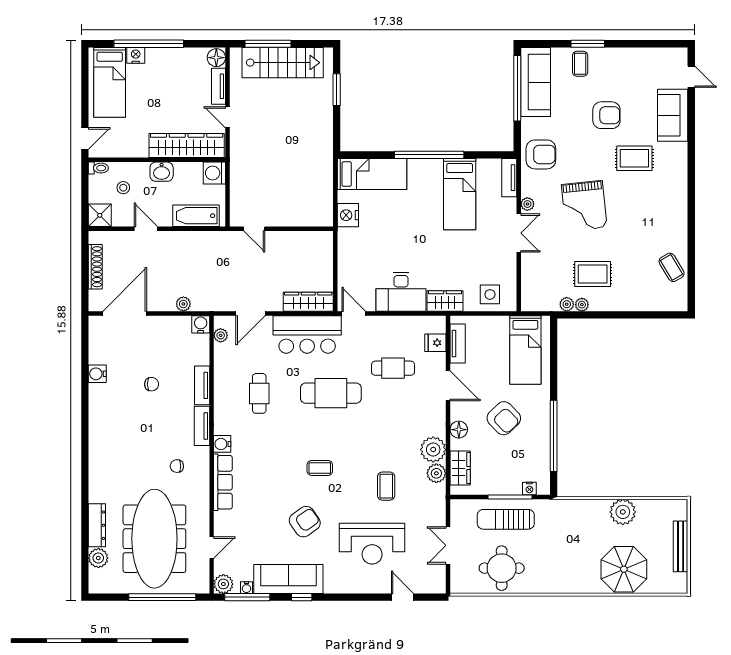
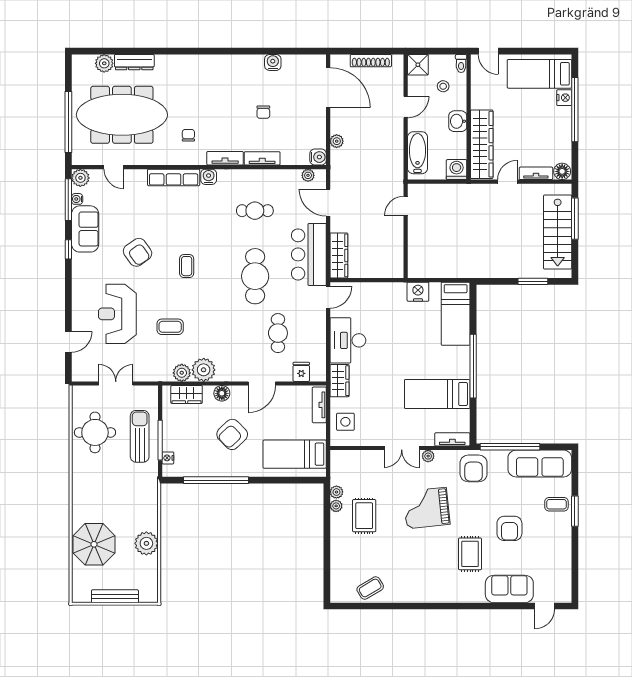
window: (517, 88) -> (510, 447), moved
tv unit: (458, 343) -> (319, 405), moved, turned 90
sofa: (288, 579) -> (85, 229), width x0.73

